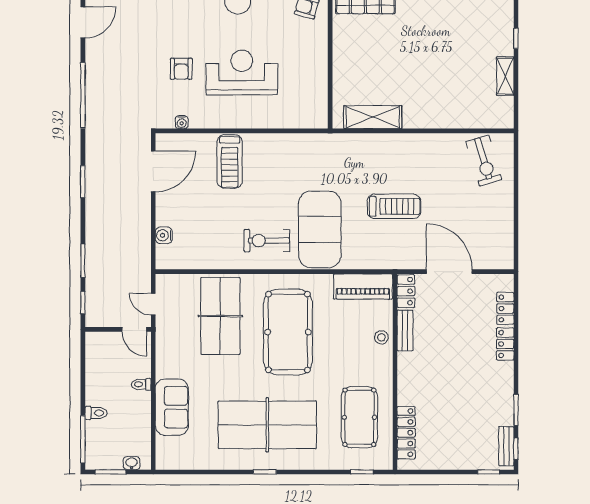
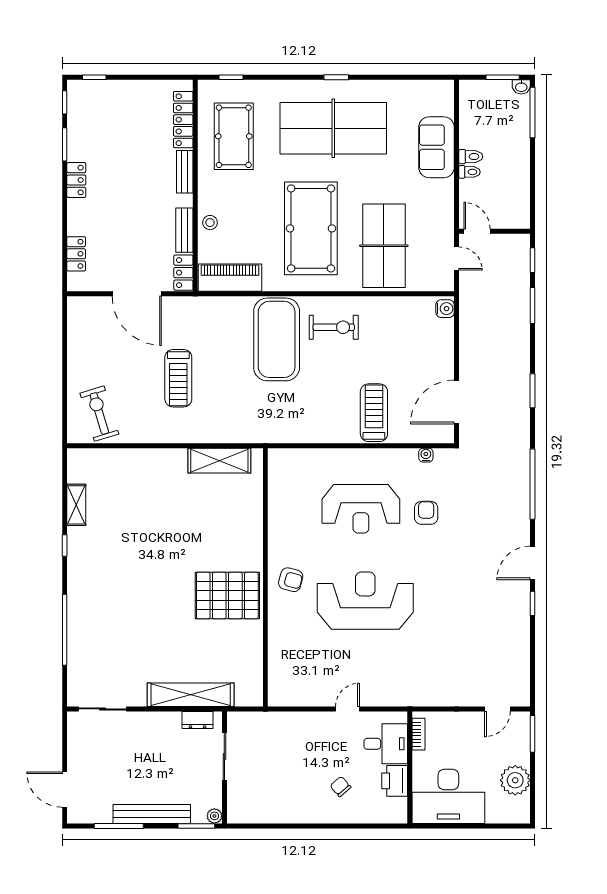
treadmill: (394, 206) -> (178, 378), moved, turned -90
water cooler: (164, 235) -> (445, 309), moved
locker: (505, 344) -> (76, 180), moved
toilet: (96, 413) -> (471, 157), moved, turned 180
bench: (506, 446) -> (185, 172), moved
washbasin: (132, 463) -> (521, 87), moved

